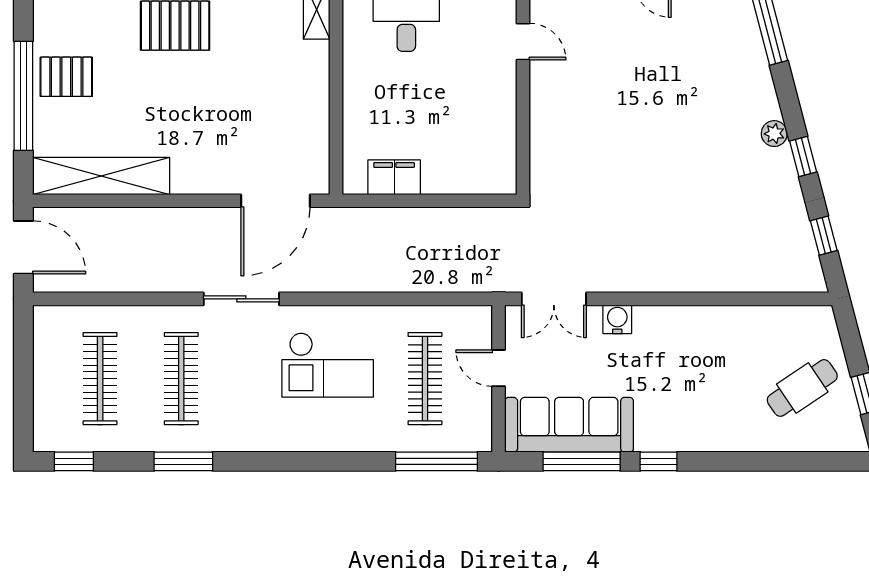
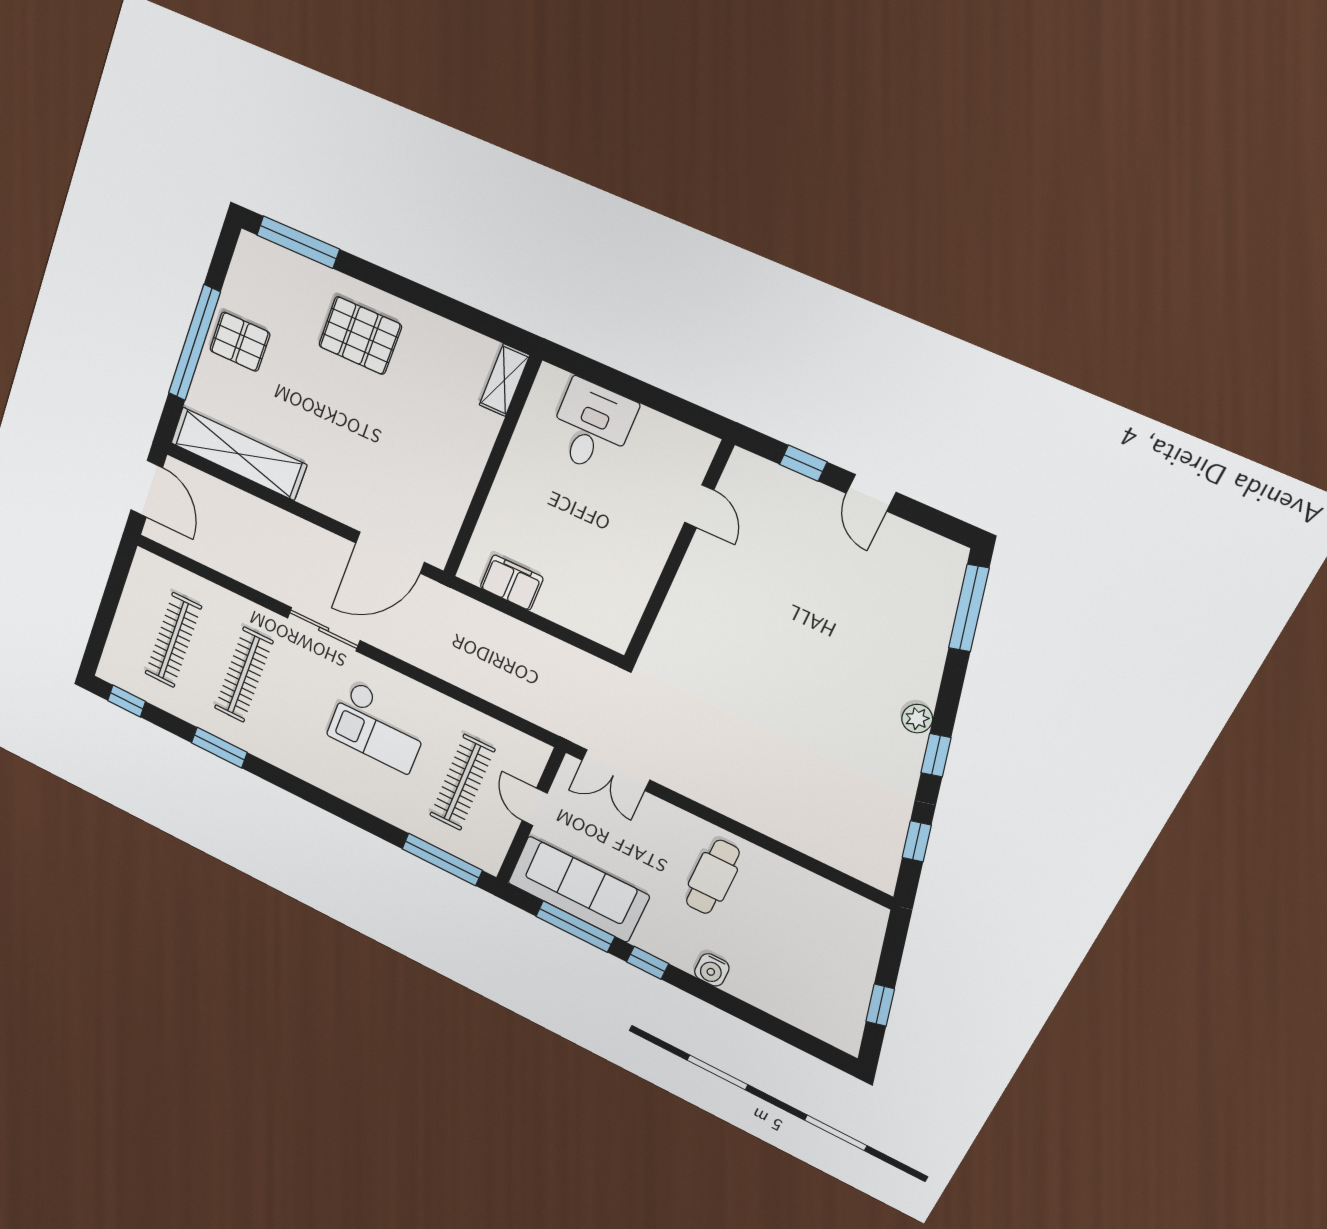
water cooler: (617, 319) -> (712, 970), moved, turned 180
cafe table: (802, 388) -> (713, 877), moved, turned -56

